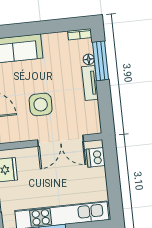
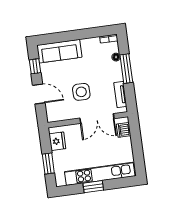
window: (100, 61) -> (126, 69), moved
tv unit: (90, 83) -> (120, 95), moved

